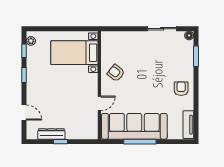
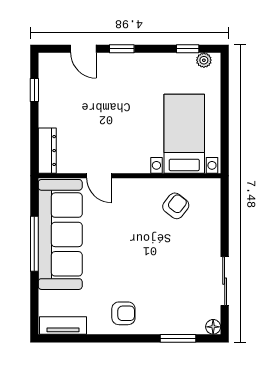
armchair: (116, 73) -> (176, 206), moved
window: (24, 75) -> (122, 49), moved
door: (24, 113) -> (83, 49), hinge flipped
dresser: (51, 134) -> (47, 151), moved
window: (60, 142) -> (34, 90), moved

